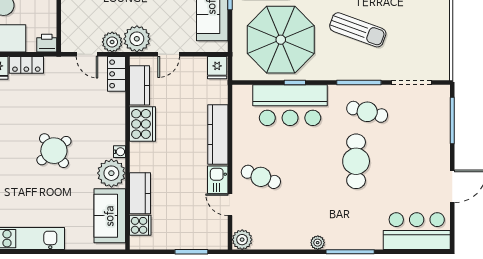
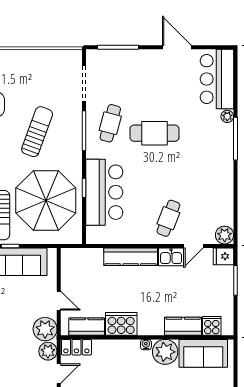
fridge: (217, 68) -> (223, 256), moved, turned 180
plant: (318, 243) -> (227, 116), moved

